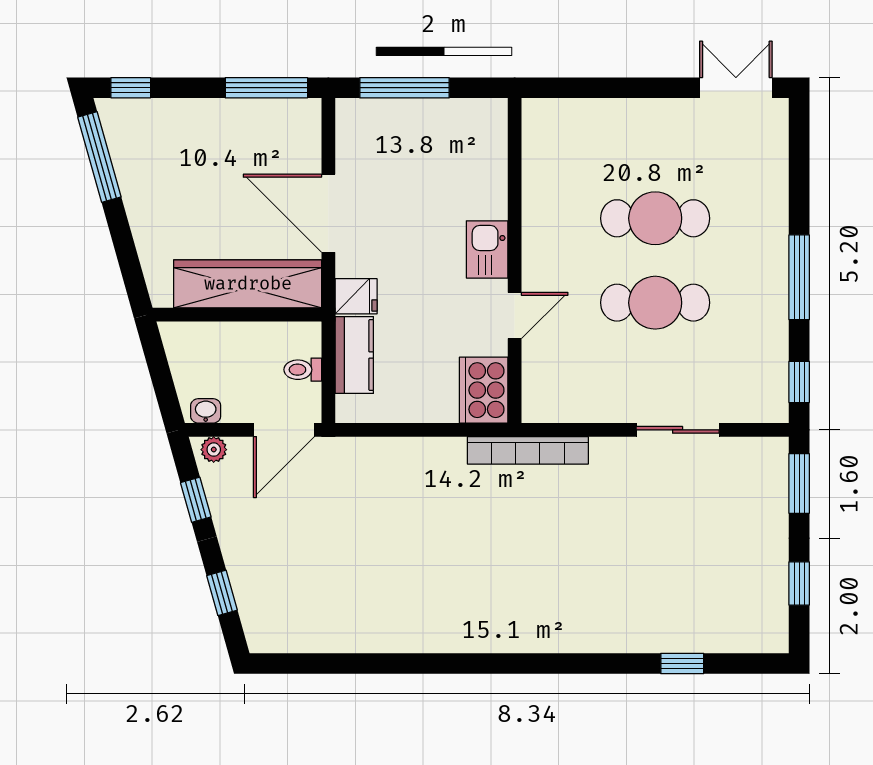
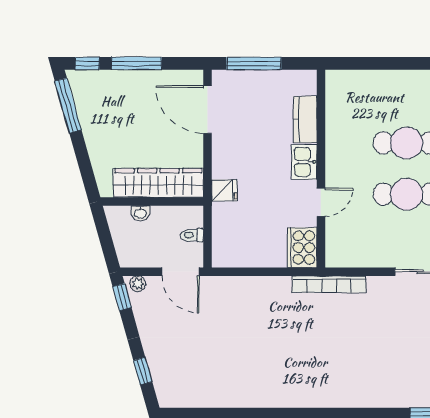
window: (266, 88) -> (137, 63), moved
door: (328, 213) -> (208, 110), moved
kitchen counter: (354, 355) -> (305, 119), moved, turned 180
washbasin: (206, 411) -> (140, 213), moved, turned 180
door: (284, 430) -> (180, 272), hinge flipped
window: (196, 500) -> (122, 297), moved

